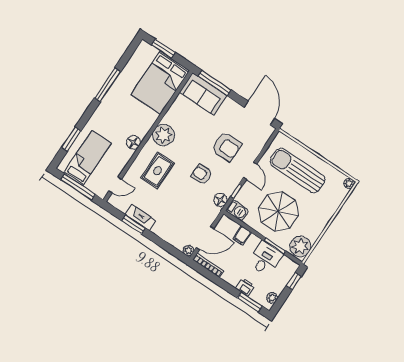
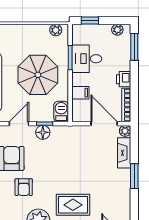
armchair: (202, 175) -> (24, 187), moved
floor lamp: (220, 200) -> (43, 132), moved
fireplace: (140, 217) -> (124, 153), moved
window: (134, 224) -> (134, 176), moved
plant: (300, 246) -> (56, 30), width x0.53, depth x0.53
printer: (245, 287) -> (124, 79), moved

